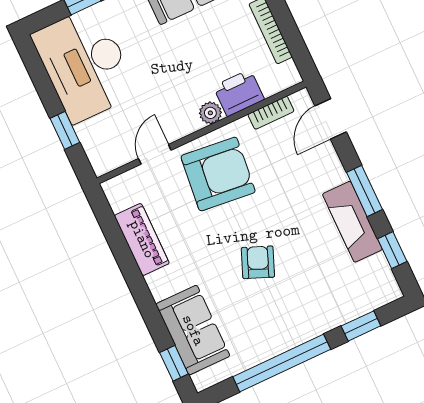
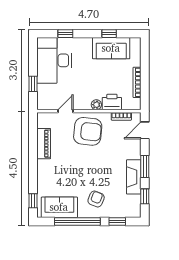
armchair: (258, 262) -> (96, 199), moved
sofa: (193, 330) -> (59, 207), moved, turned -90

